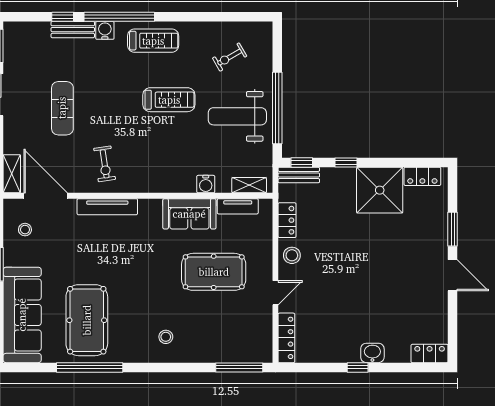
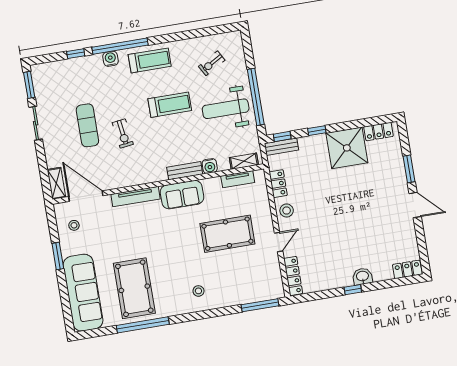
bench: (73, 30) -> (185, 171), moved
exercise bike: (105, 164) -> (123, 134), moved
sofa: (189, 214) -> (182, 195), moved

